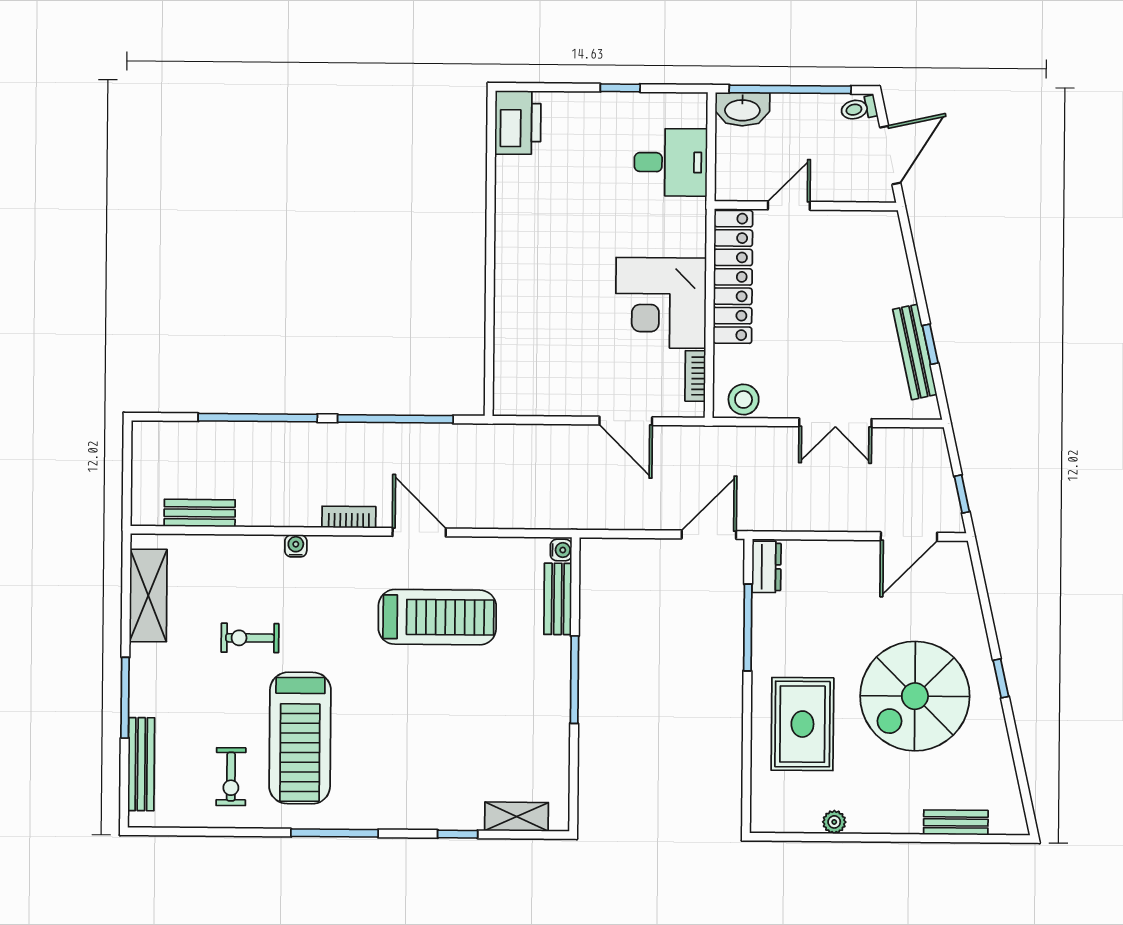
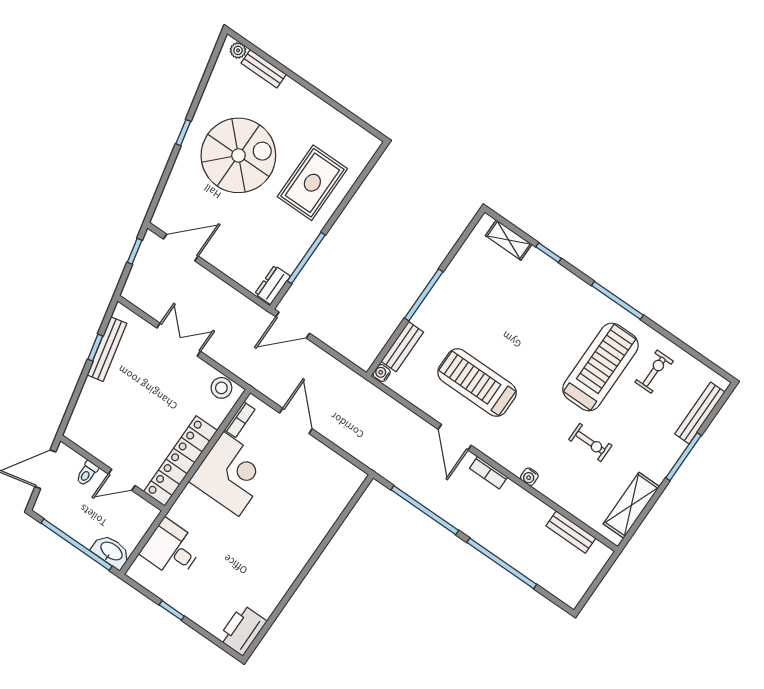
toilet: (859, 109) -> (87, 473), moved, turned 102
plant: (834, 822) -> (238, 50), moved

